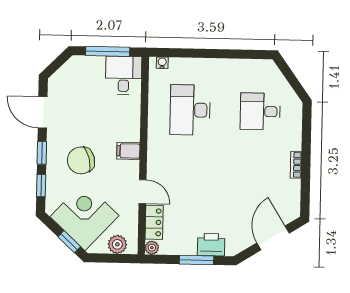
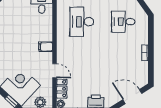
chair: (81, 160) -> (18, 53), removed
door: (273, 238) -> (132, 96), hinge flipped

